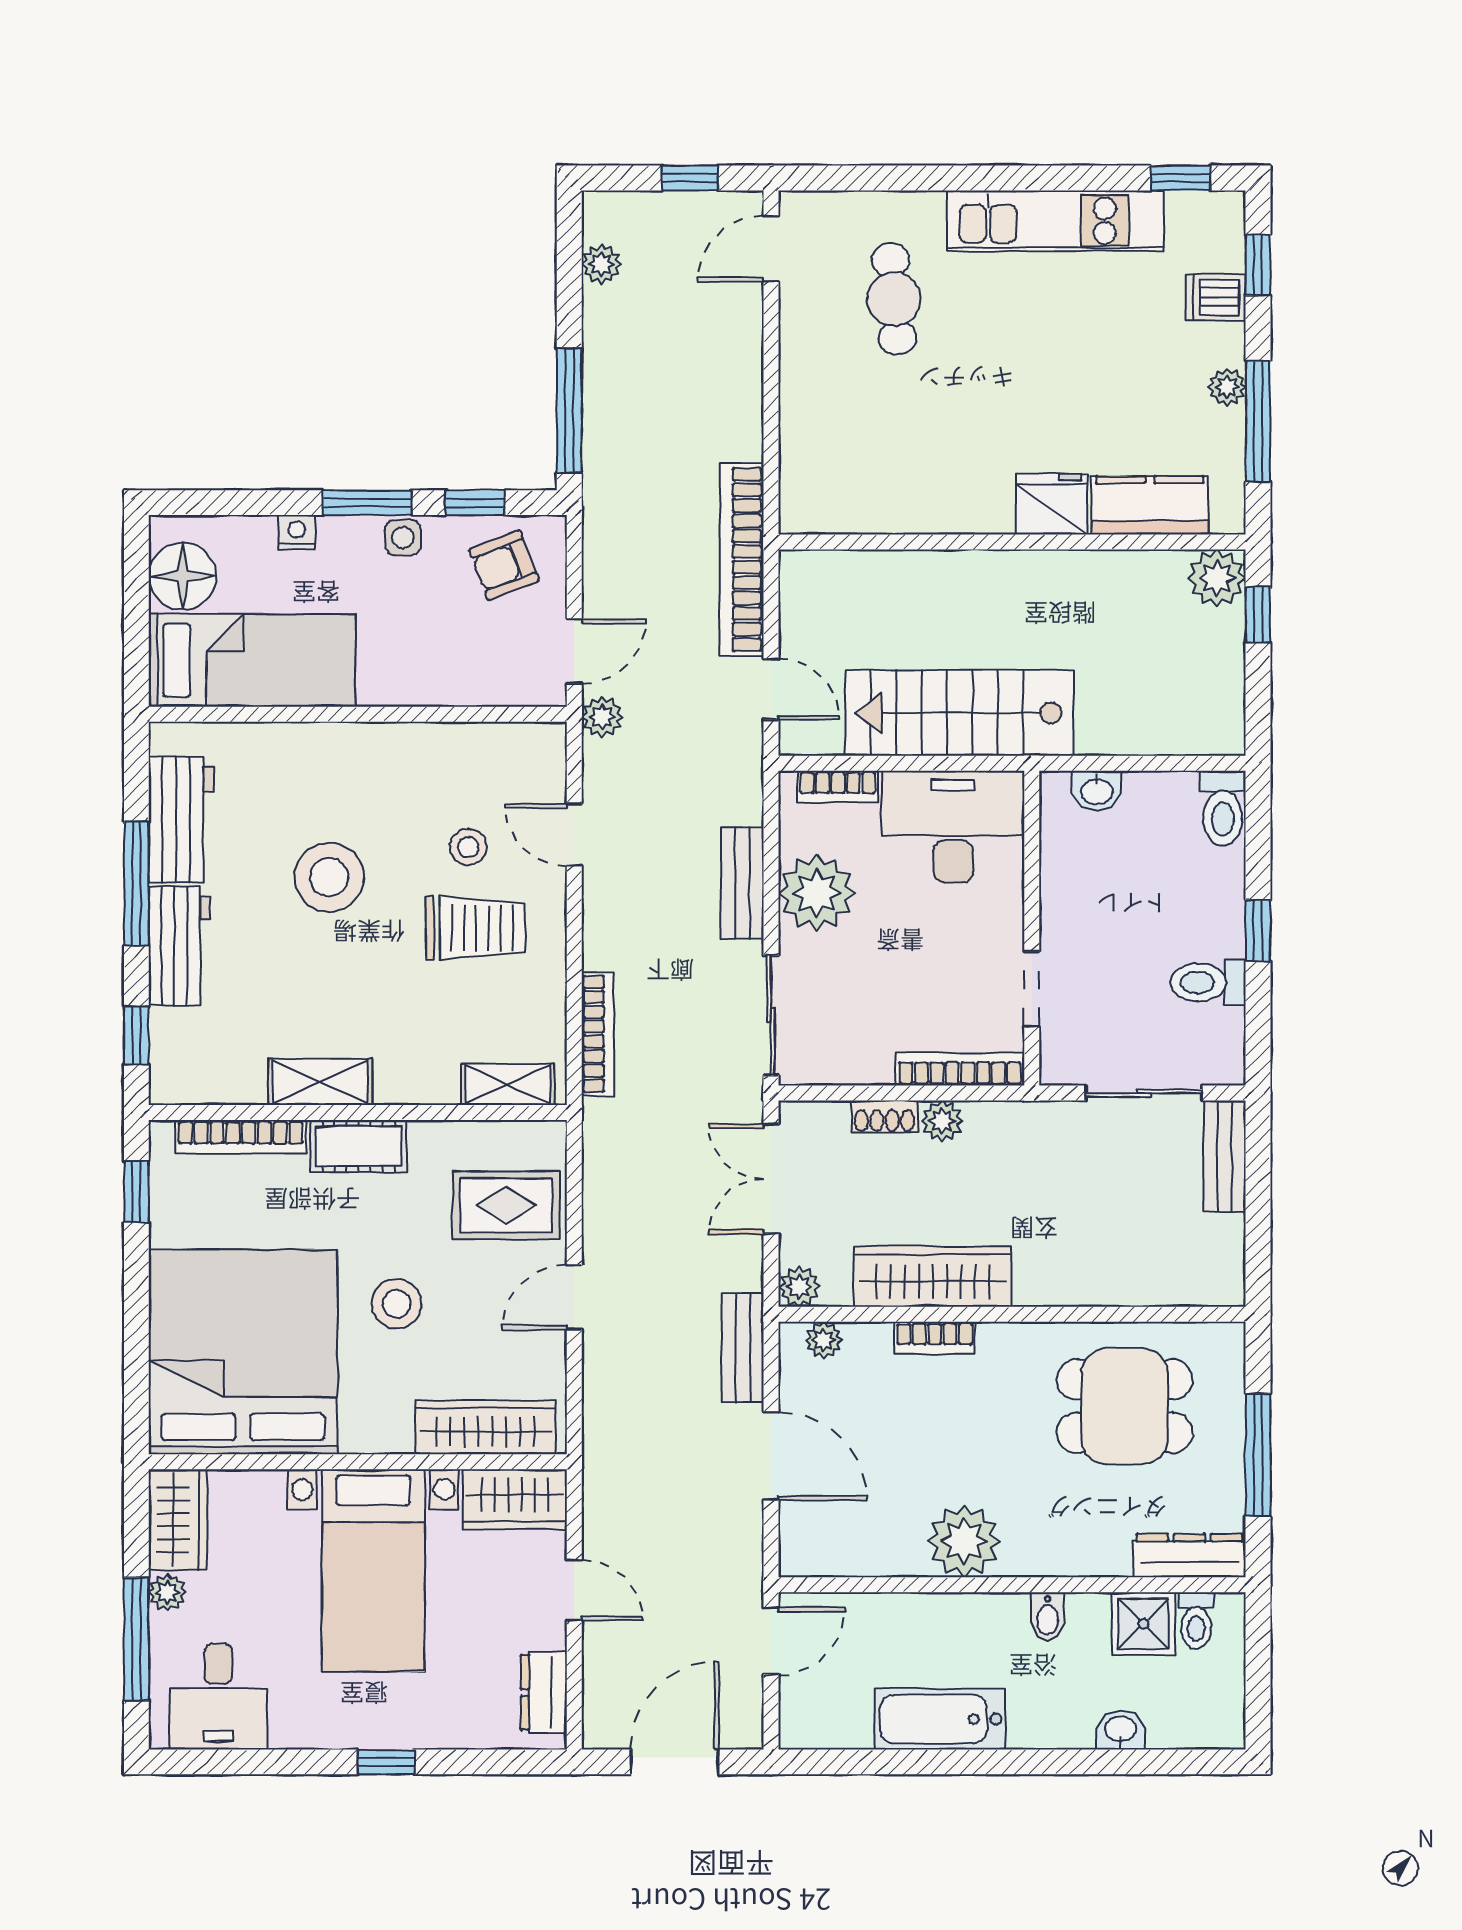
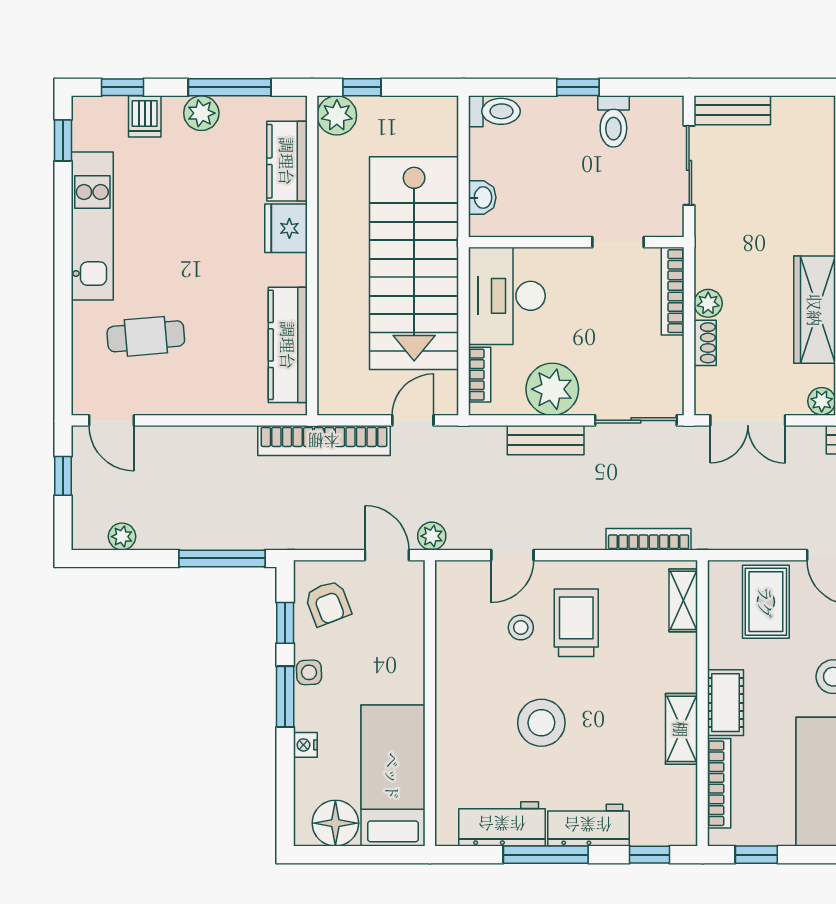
plant: (1227, 387) -> (201, 113), width x1.38, depth x1.38
kitchen counter: (881, 506) -> (288, 345), added
stairs: (960, 713) -> (414, 263), width x1.36, depth x1.51

